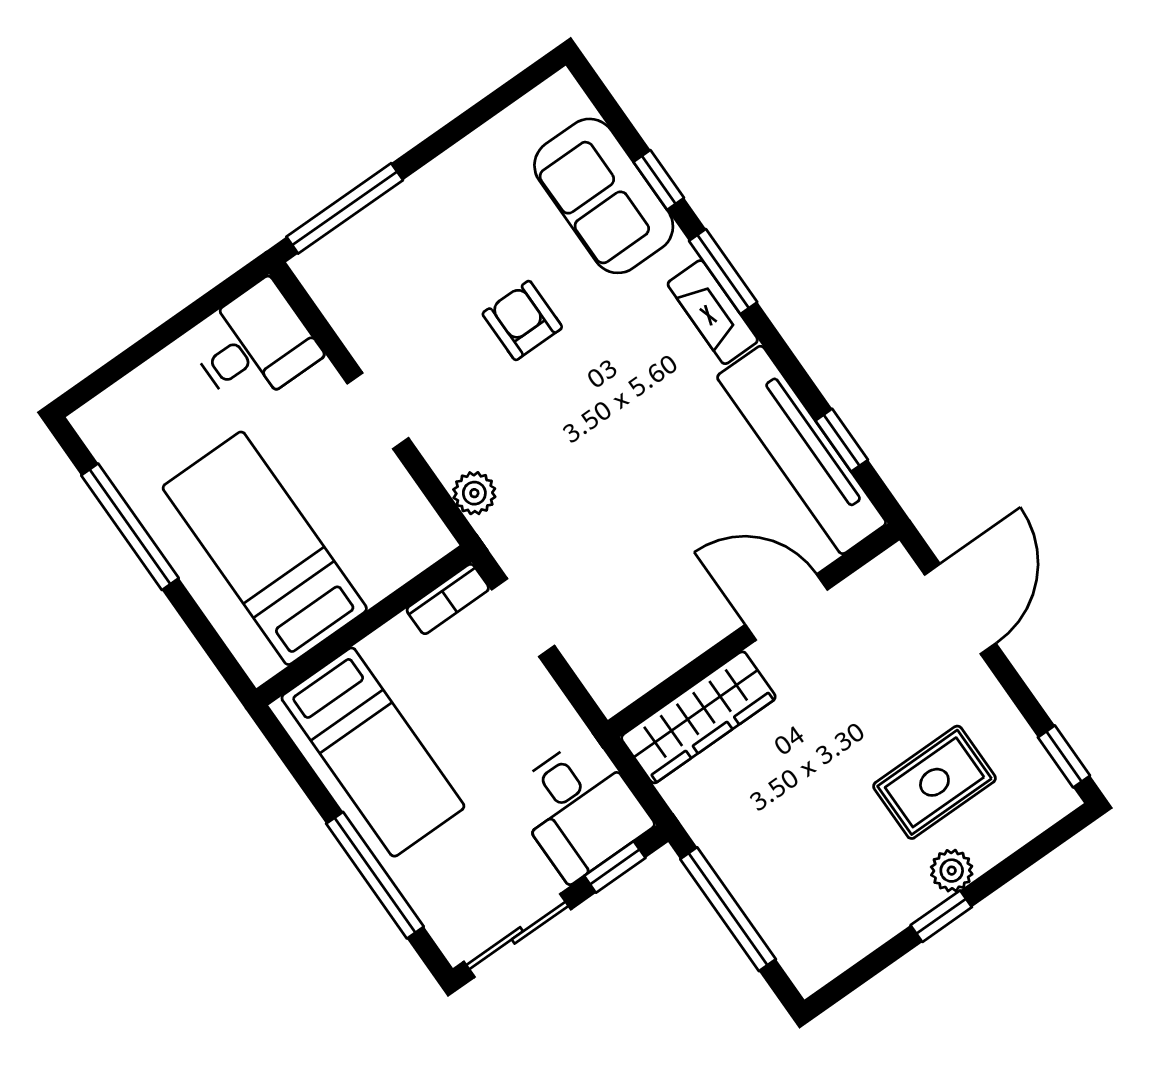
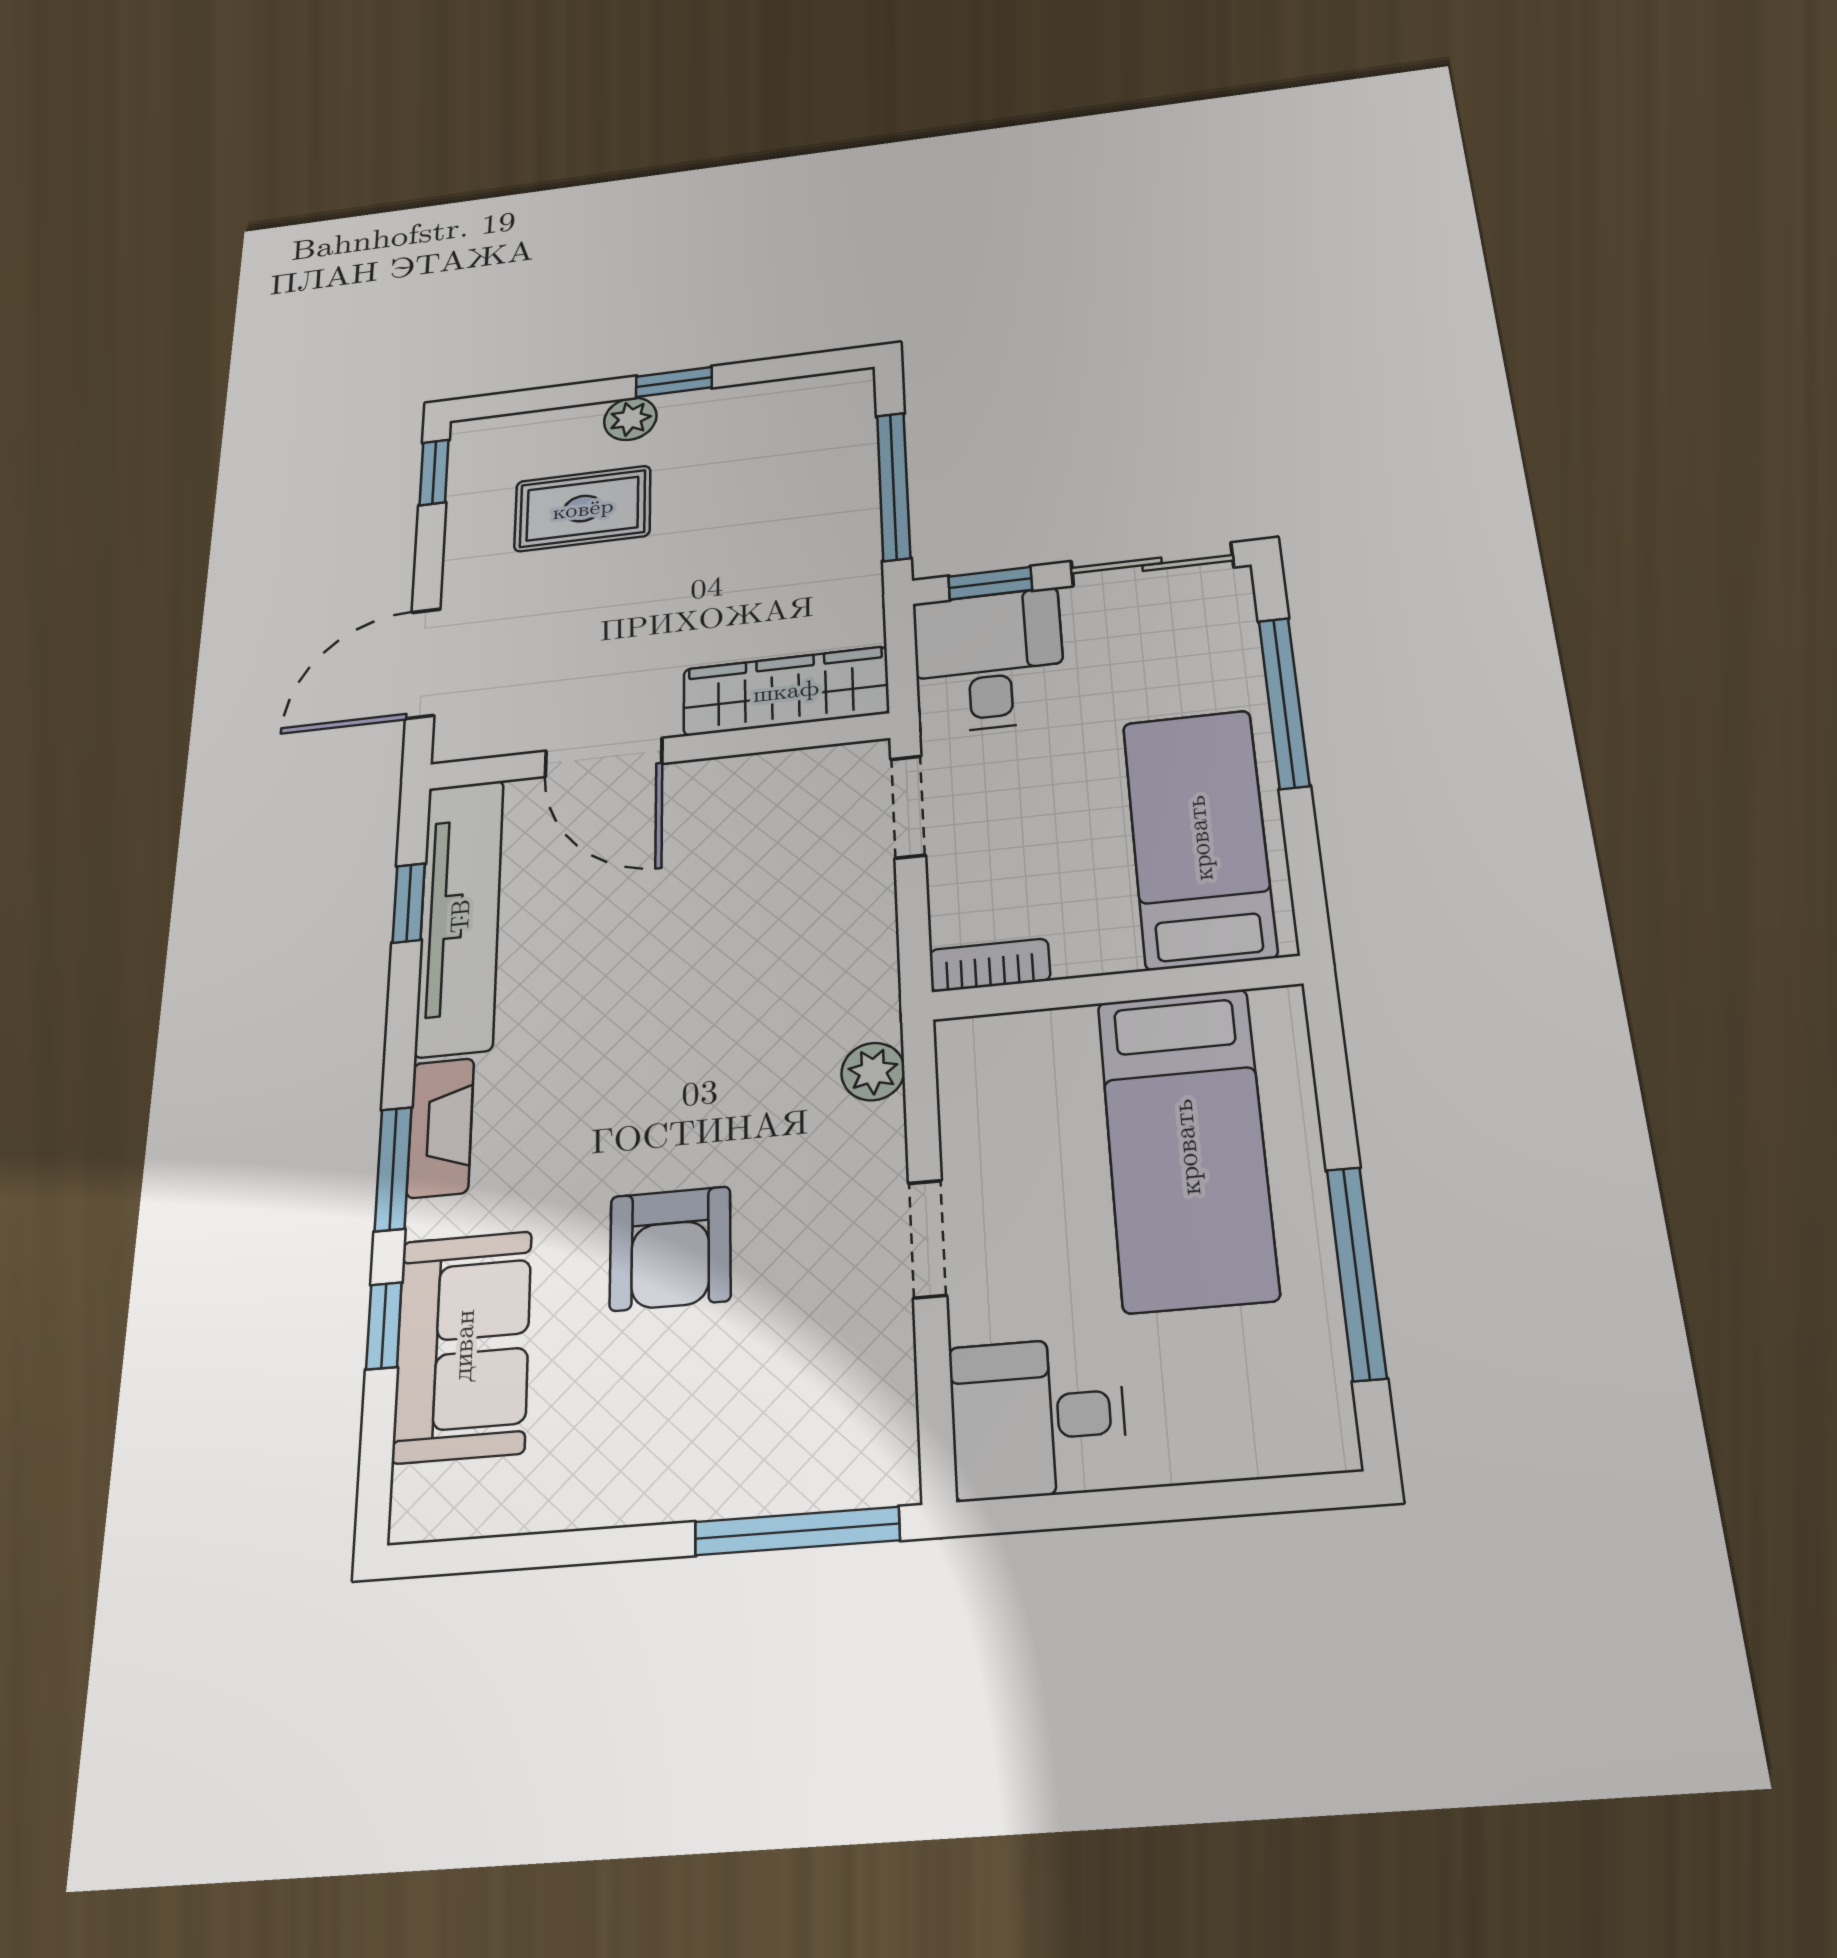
armchair: (522, 320) -> (670, 1248), width x1.38, depth x1.38
doorway: (523, 618) -> (908, 807), moved

